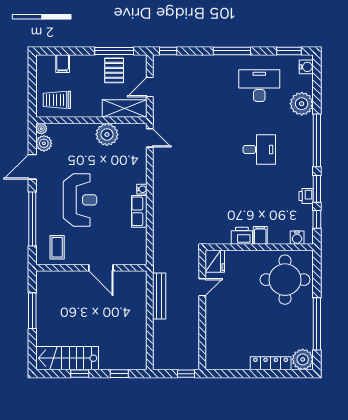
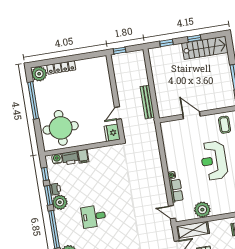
plant: (303, 177) -> (60, 202), added
row of seats: (139, 211) -> (176, 190), moved
printer: (242, 236) -> (70, 158), moved

